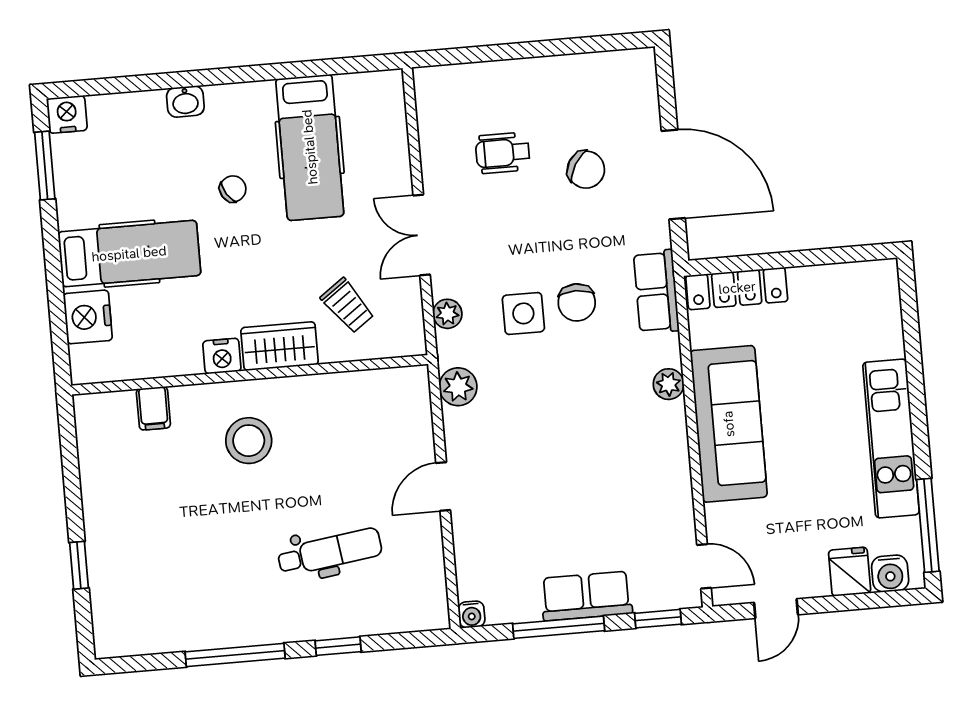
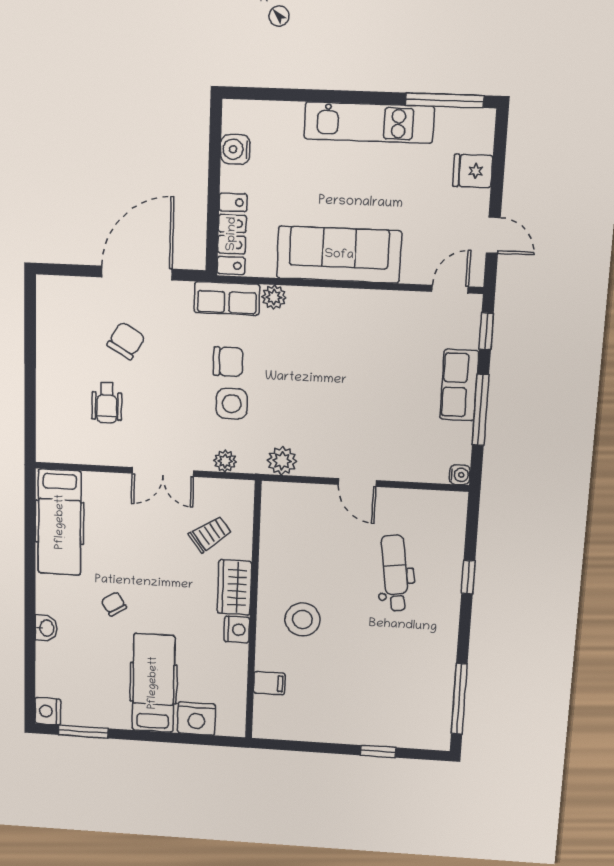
hospital bed: (310, 147) -> (60, 522), moved, turned 90
plant: (669, 384) -> (274, 297), moved
water cooler: (890, 574) -> (235, 149), moved, turned 180
window: (235, 655) -> (459, 699), moved

